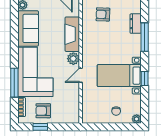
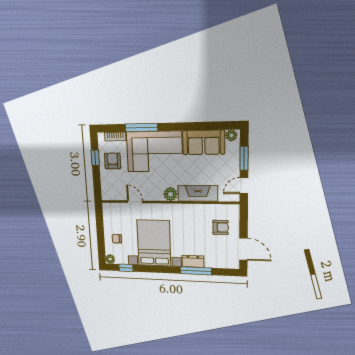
armchair: (103, 14) -> (221, 227), turned 88
dresser: (136, 24) -> (193, 261), moved
door: (81, 75) -> (135, 202), moved
bed with nightstands: (119, 76) -> (154, 243), width x1.36
window: (145, 78) -> (126, 268), moved

